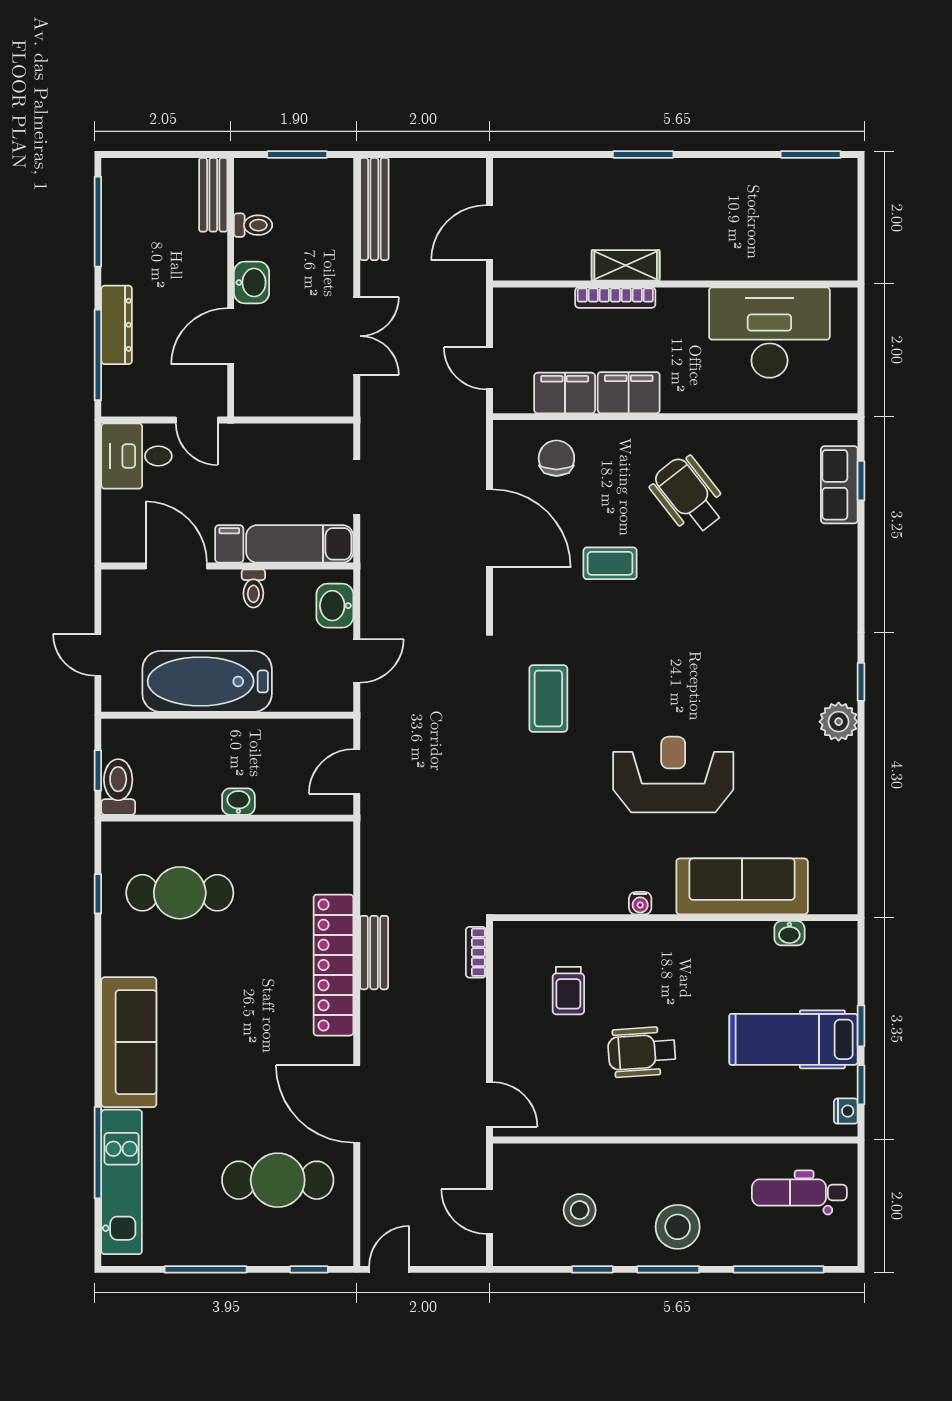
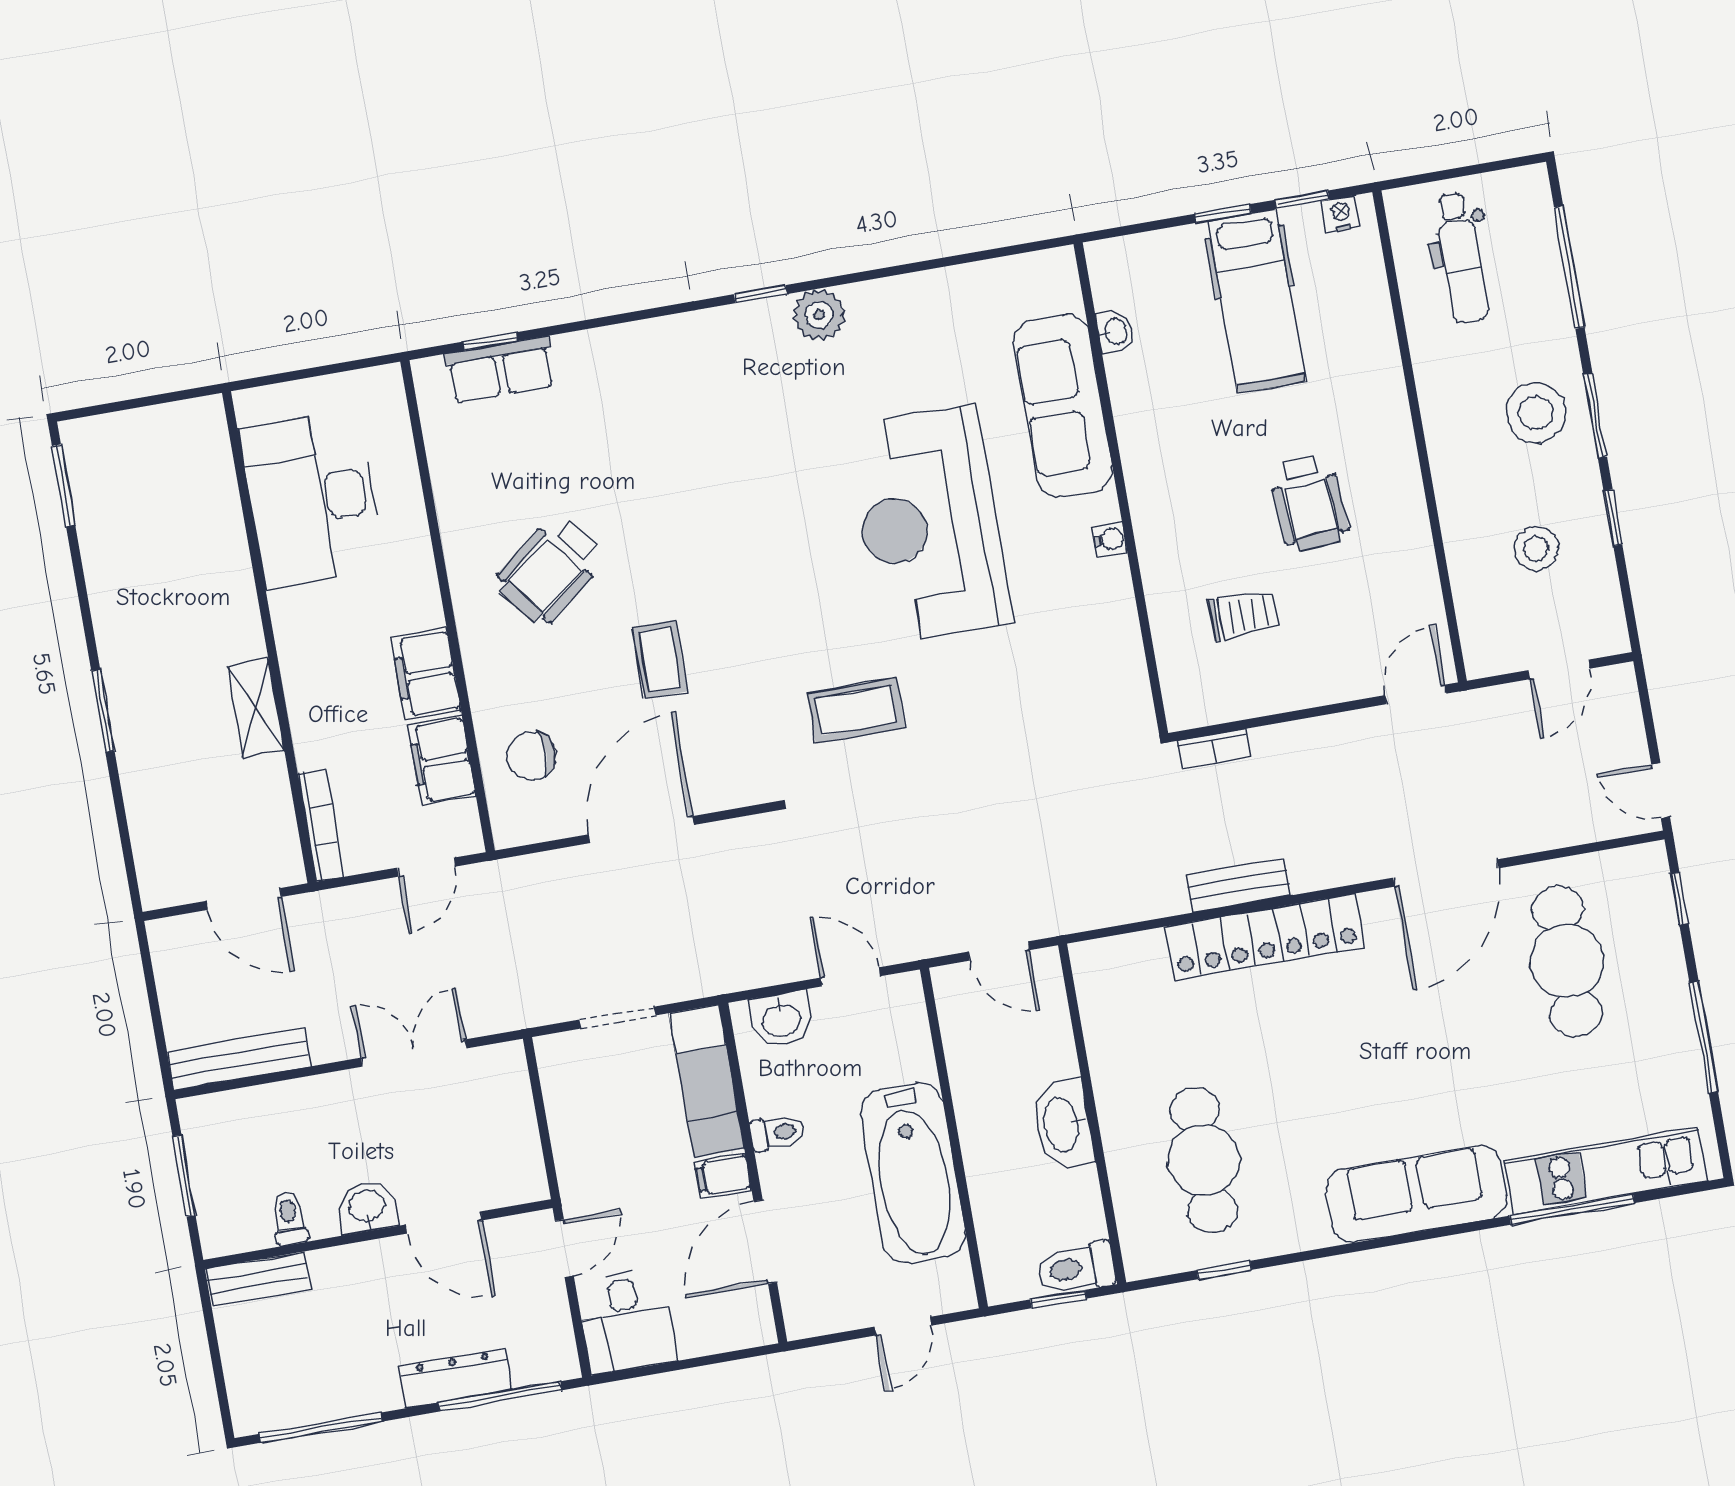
bookcase: (615, 298) -> (321, 825), moved
reception desk: (673, 775) -> (929, 525), width x1.36, depth x1.30
washbasin: (238, 802) -> (1063, 1124), width x1.91, depth x1.45

